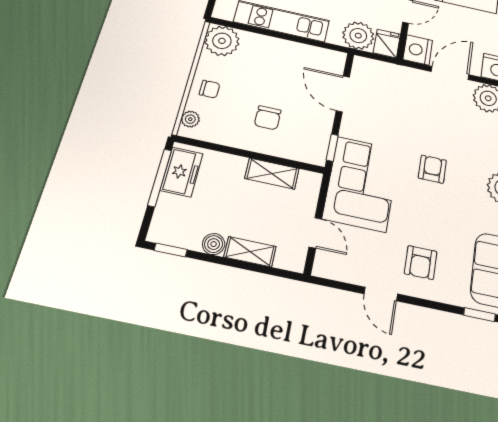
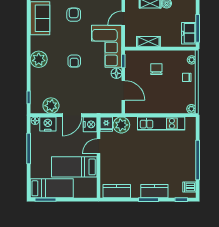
plant: (222, 41) -> (191, 109), width x0.53, depth x0.53
floor lamp: (351, 128) -> (116, 73), added
door: (315, 233) -> (123, 18), hinge flipped

